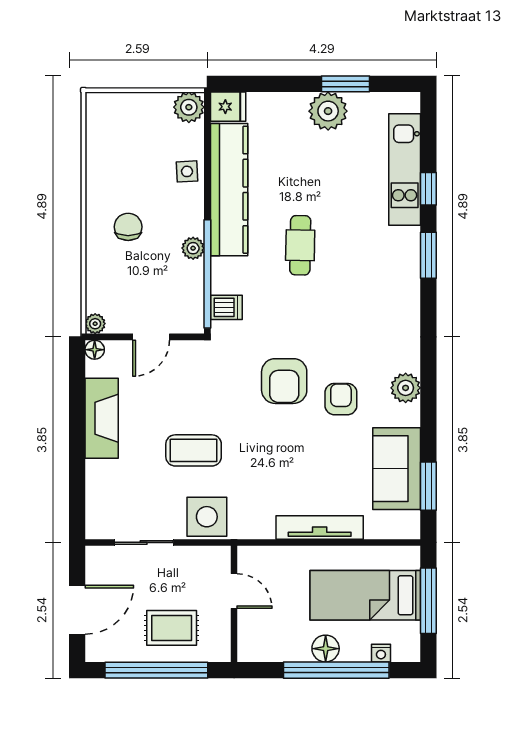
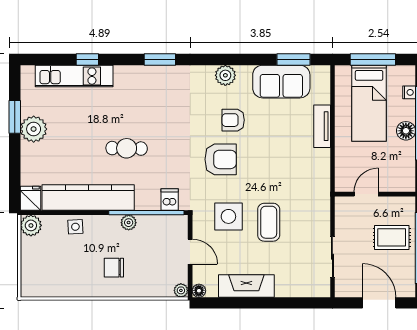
window: (428, 255) -> (160, 60), moved
side table: (207, 517) -> (228, 216), moved
tv unit: (320, 527) -> (322, 126), width x0.71
rug: (172, 628) -> (392, 237), turned 90

